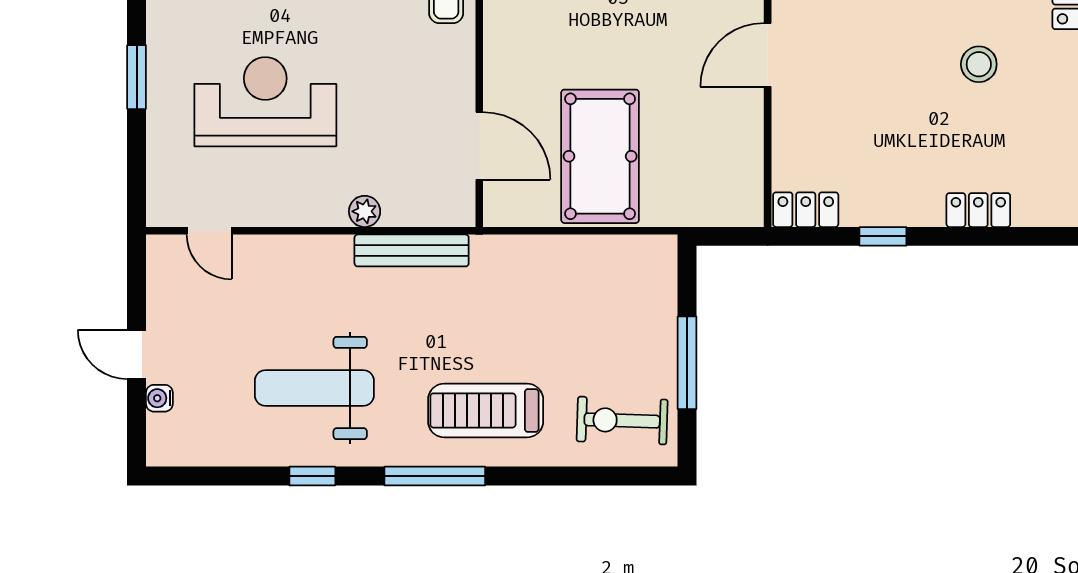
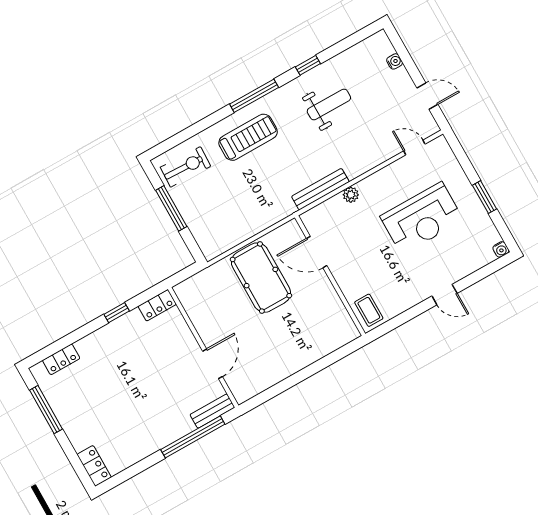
stool: (979, 64) -> (117, 412), removed
locker: (978, 210) -> (61, 359), moved
door: (137, 354) -> (427, 96), moved
weight bench: (314, 388) -> (329, 105), width x0.73, depth x0.75

